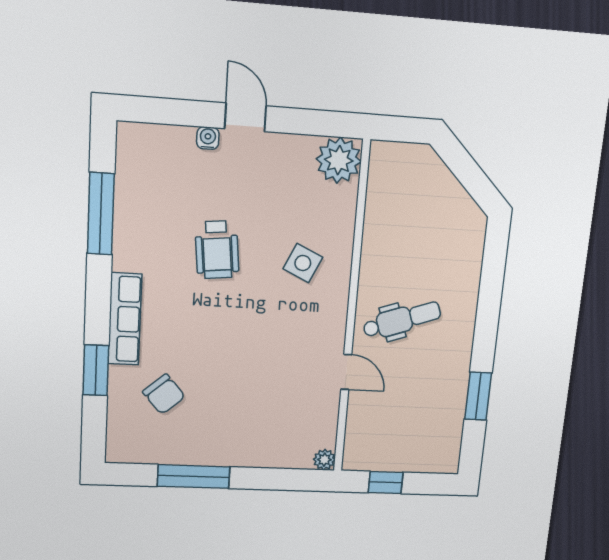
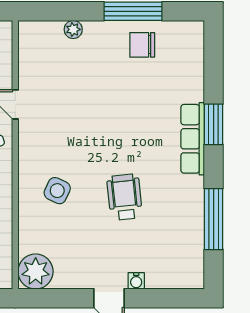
window: (96, 370) -> (214, 124), moved
chair: (164, 394) -> (142, 45), moved, turned -49
plant: (324, 460) -> (73, 29), moved

